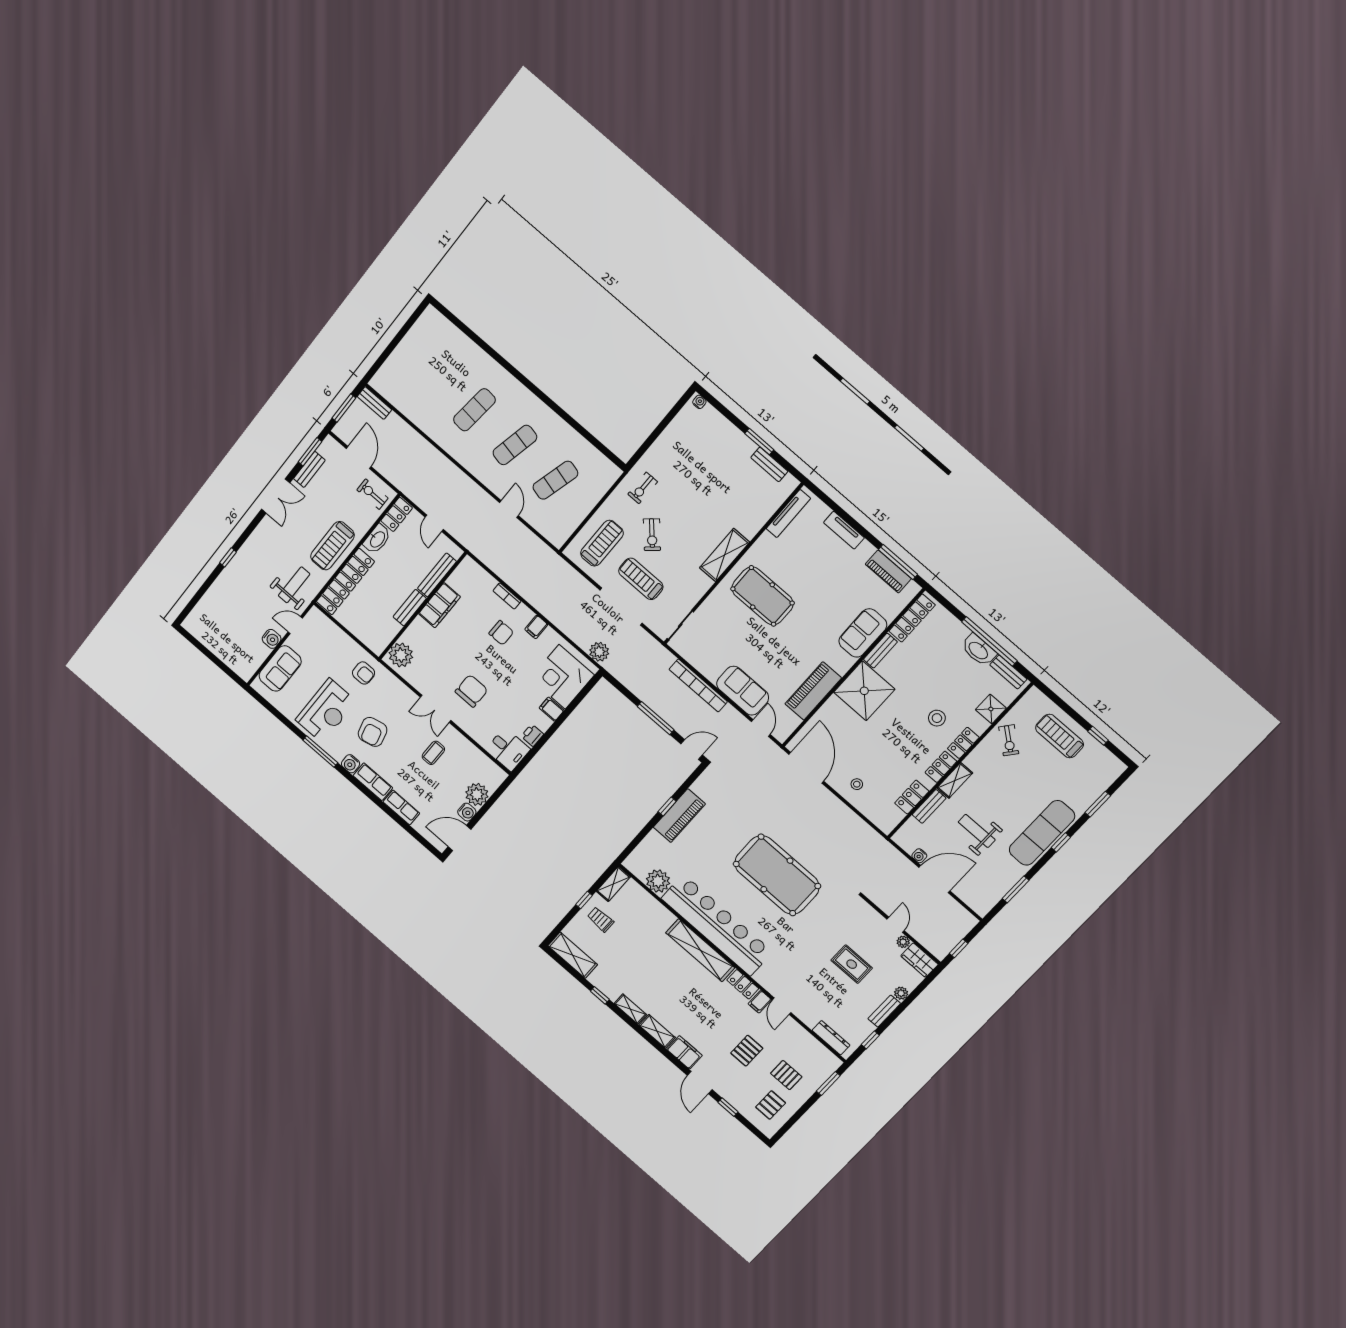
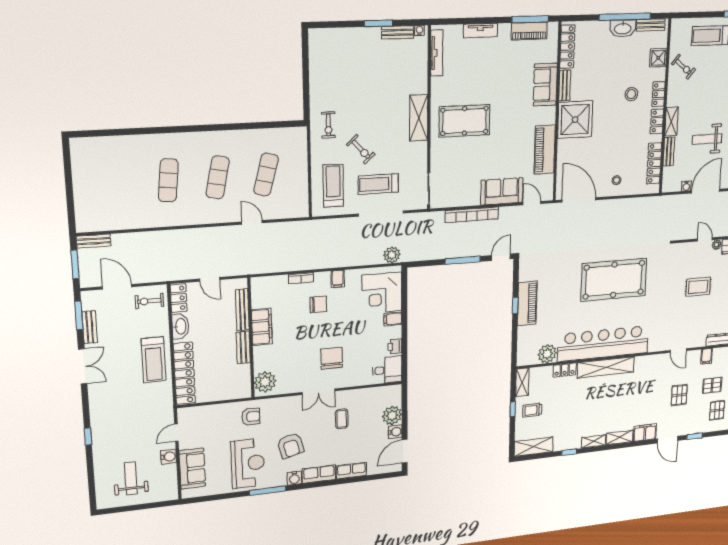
water cooler: (699, 402) -> (420, 30), moved
weight bench: (294, 585) -> (131, 478), moved
locker: (912, 797) -> (654, 163), width x1.53
locker: (743, 984) -> (565, 370), moved
filing cabinet: (760, 1002) -> (707, 356), moved

